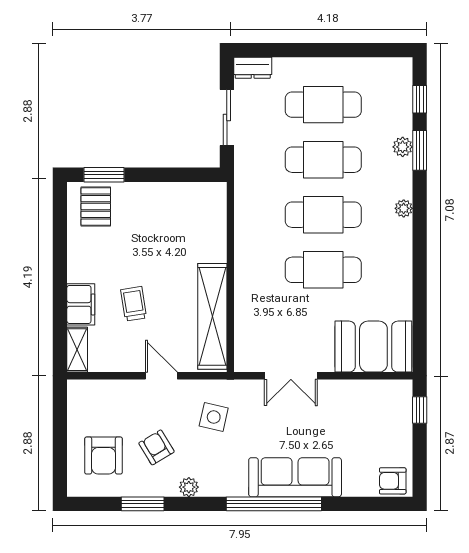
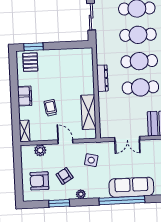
dresser: (245, 247) -> (102, 78), added
filing cabinet: (81, 304) -> (25, 96), moved
shelving: (212, 316) -> (88, 112), width x0.68
plant: (108, 392) -> (40, 150), added
armchair: (103, 456) -> (39, 181), turned 90

